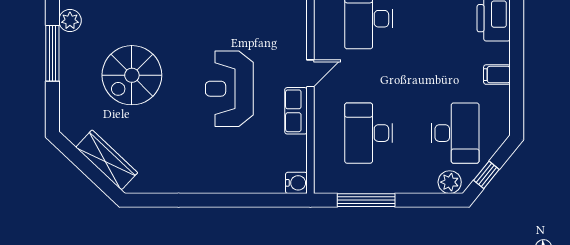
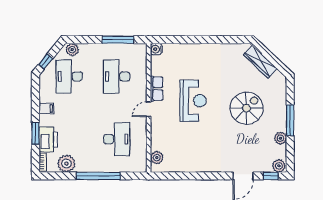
window: (517, 29) -> (35, 133), added
desk: (369, 133) -> (117, 76), turned 180
window: (486, 175) -> (46, 62), moved

